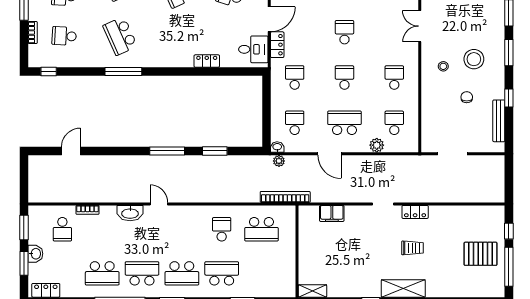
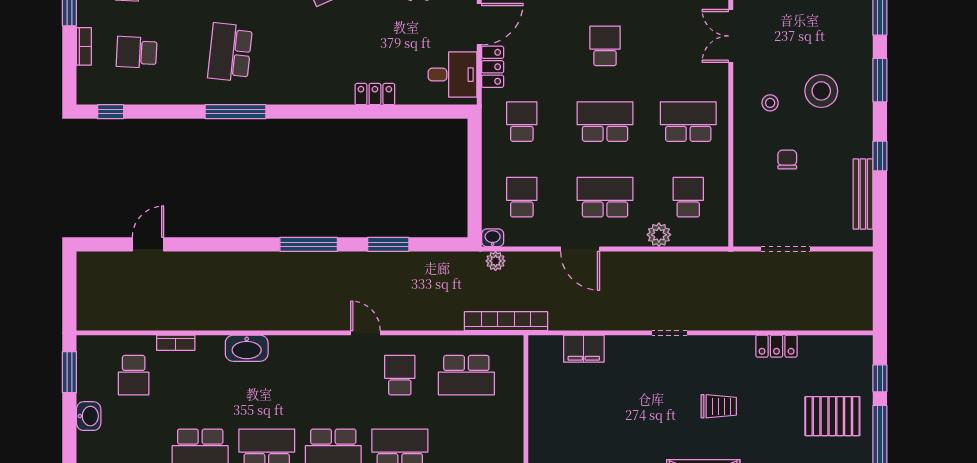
school desk: (120, 36) -> (230, 52), turned 30
school desk: (344, 77) -> (605, 122), width x1.85
school desk: (394, 77) -> (688, 122), width x1.85
chair: (467, 97) -> (787, 160), moved
door: (159, 204) -> (365, 333), moved
locker: (415, 212) -> (777, 346), moved
window: (24, 263) -> (69, 432), removed

